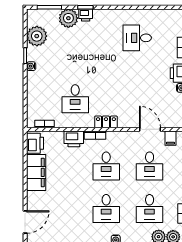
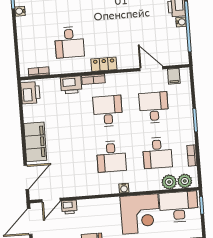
desk: (106, 166) -> (108, 111), turned 180
desk: (150, 166) -> (154, 108), turned 180
filing cabinet: (36, 172) -> (35, 142), moved

